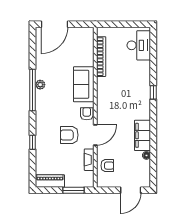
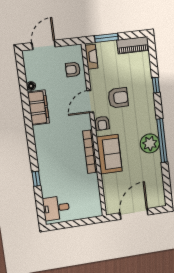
door: (54, 24) -> (134, 214), moved
desk: (139, 45) -> (56, 208), width x0.73
bookcase: (101, 57) -> (90, 152), moved
plant: (40, 85) -> (150, 143), width x1.88, depth x1.88
window: (153, 92) -> (36, 179), moved
fireplace: (89, 160) -> (91, 57), moved

